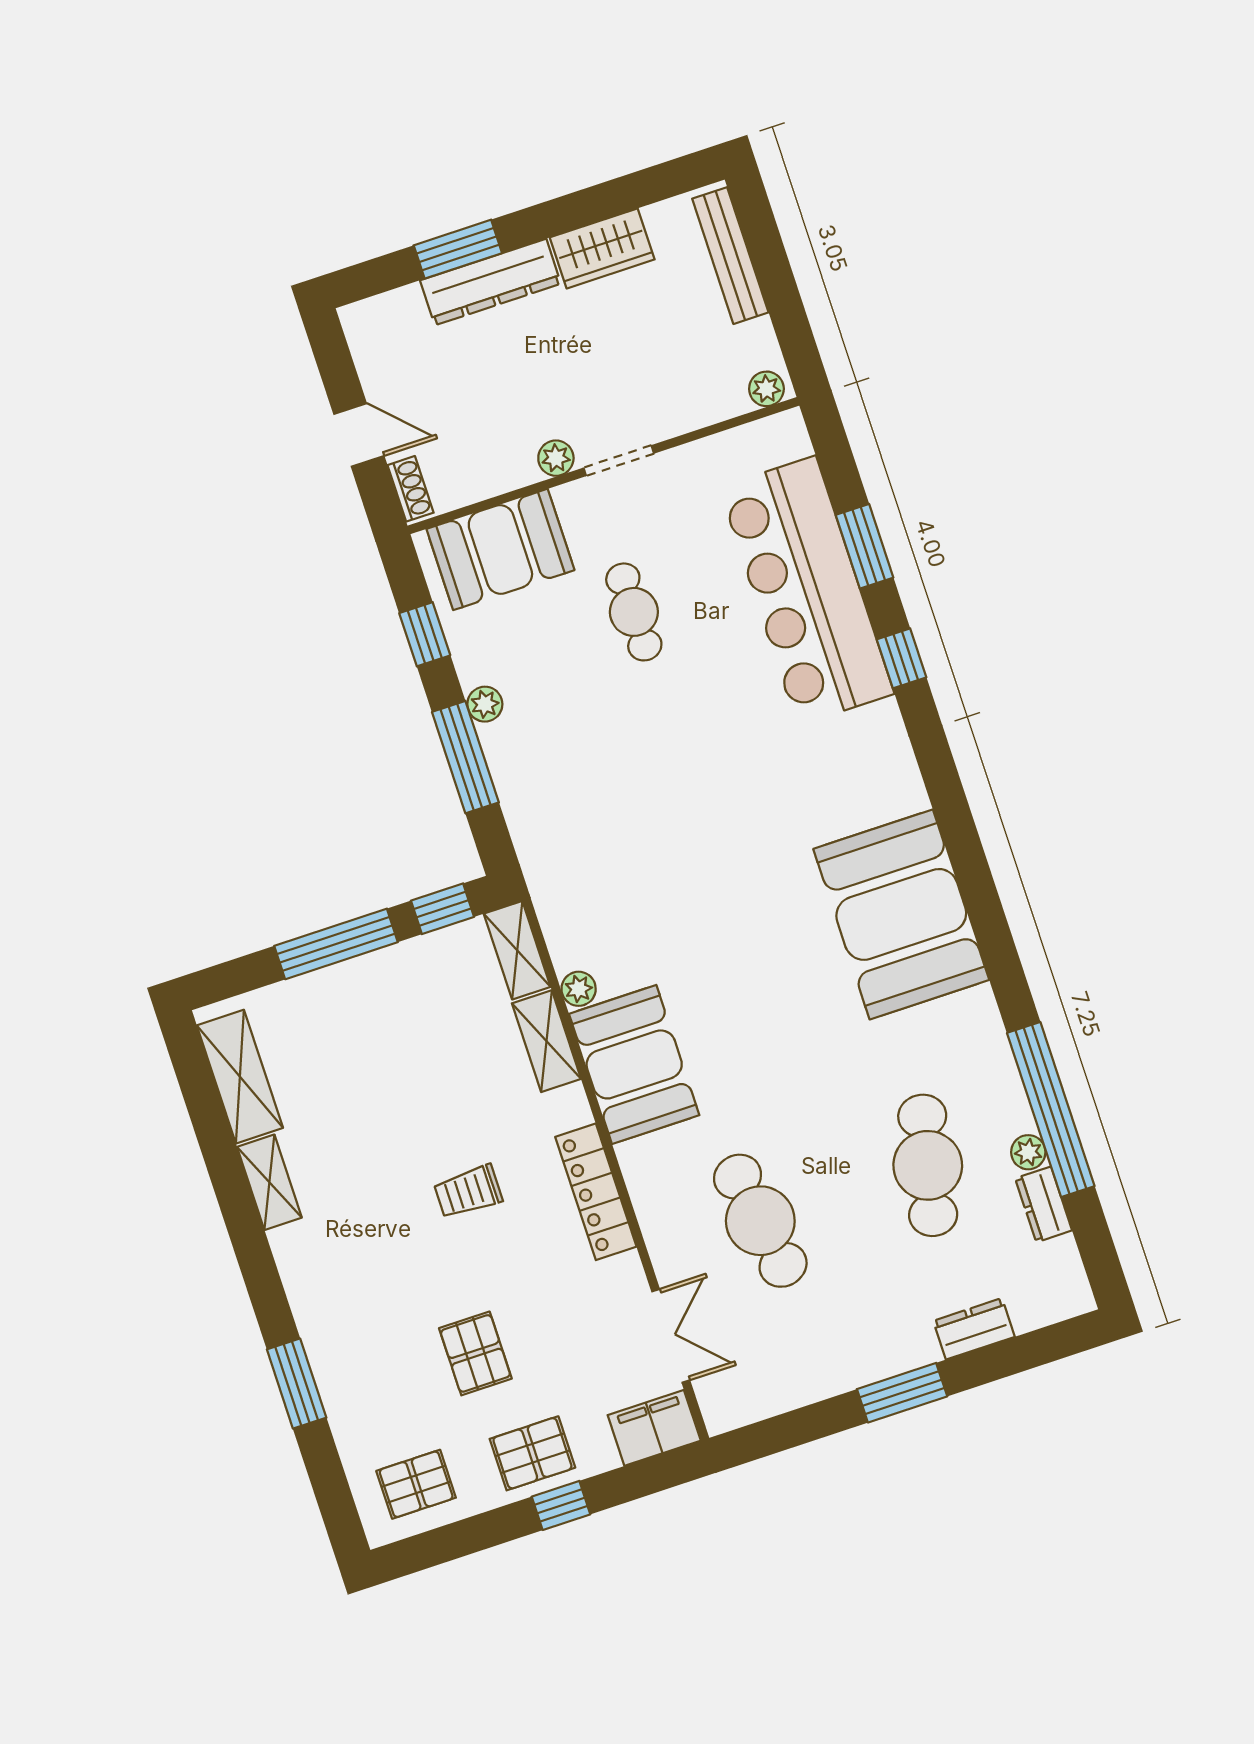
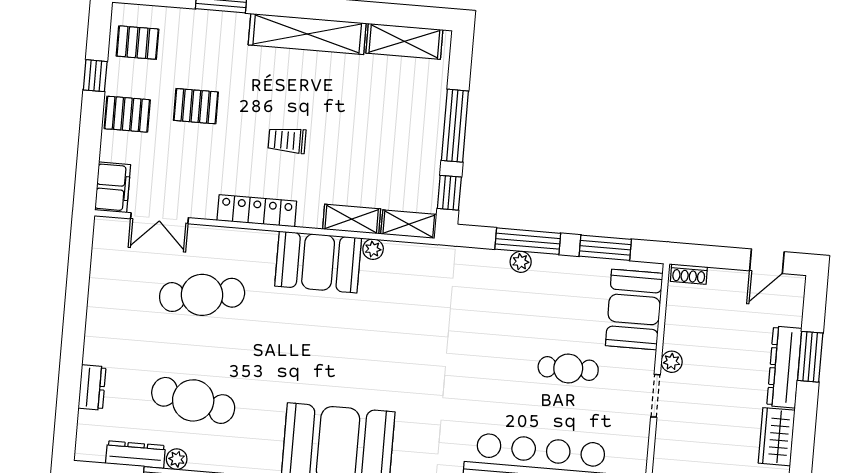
door: (359, 435) -> (767, 261), moved
window: (425, 634) -> (605, 248), width x1.50
plant: (485, 704) -> (521, 262), moved
shelving: (269, 1182) -> (307, 34), width x2.20, depth x1.33
trolley: (468, 1192) -> (287, 140), turned -90
dresser: (1044, 1204) -> (135, 455), width x1.44
window: (902, 1393) -> (74, 333), removed
pallet: (532, 1453) -> (127, 114), turned 90
pallet: (416, 1484) -> (138, 43), turned 90
window: (561, 1505) -> (95, 76), moved

